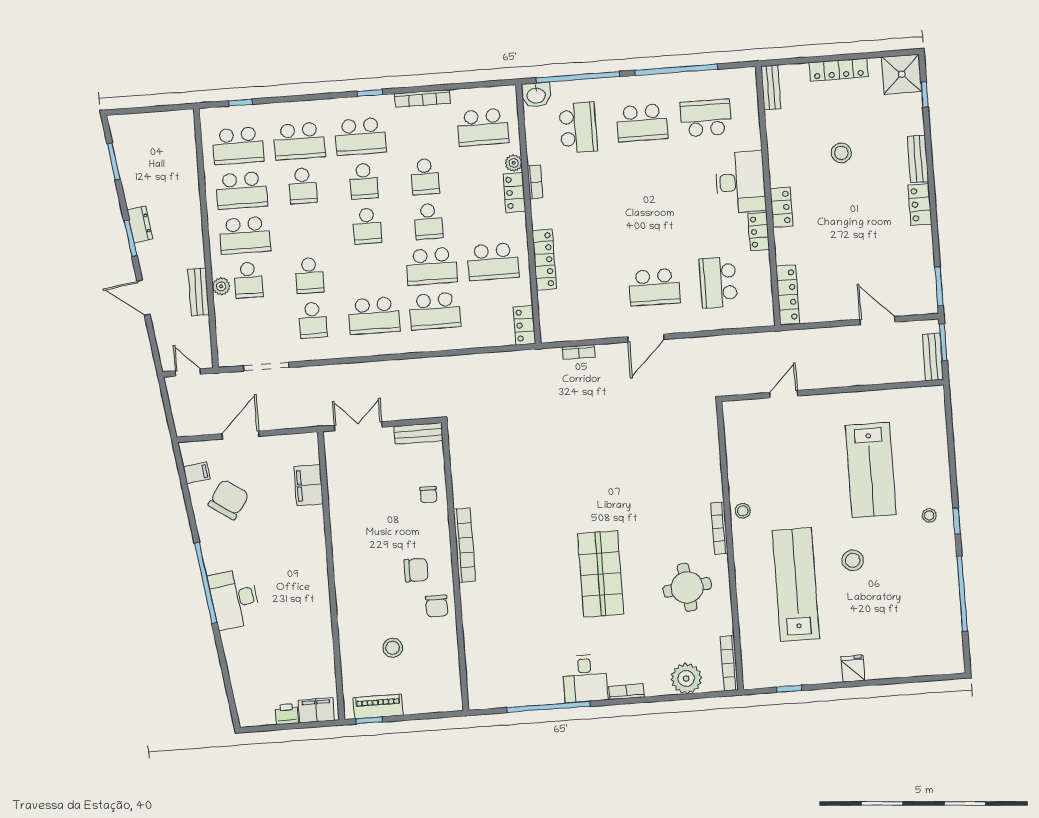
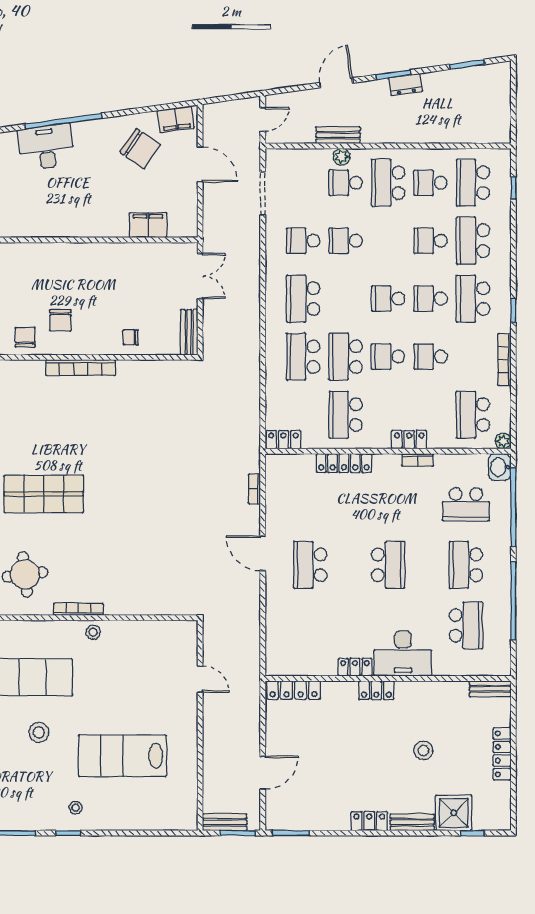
shower: (902, 74) -> (454, 813), moved
plant: (514, 163) -> (503, 441), moved
school desk: (241, 190) -> (431, 183), width x0.54
school desk: (718, 282) -> (388, 565), moved, turned 90
filing cabinet: (197, 473) -> (176, 119), width x2.00
chair: (437, 606) -> (25, 337), turned 90

